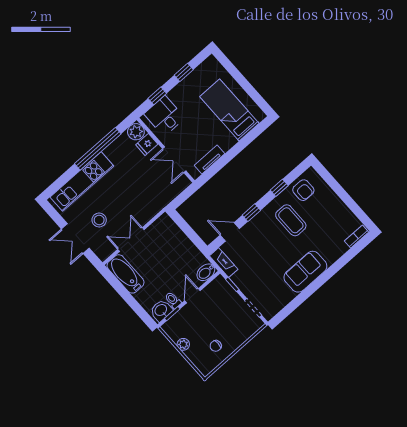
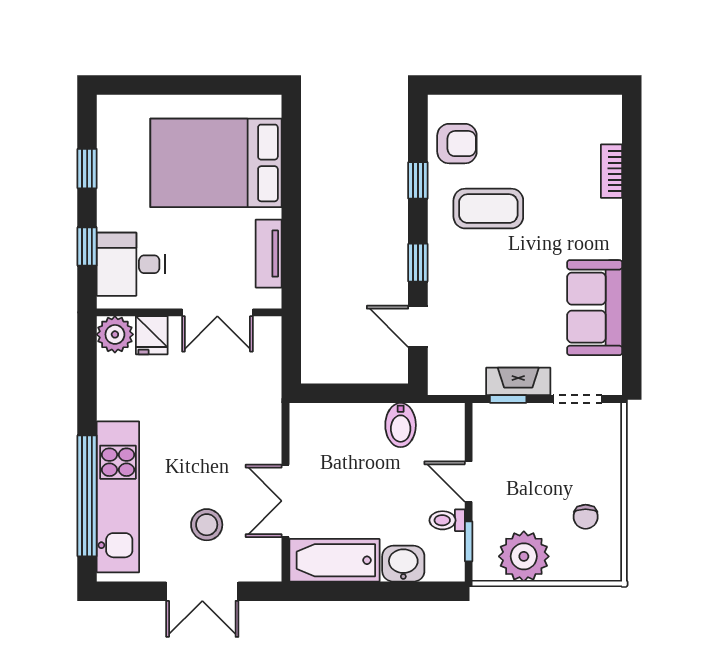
bed: (229, 110) -> (216, 163), width x1.50
window: (98, 149) -> (87, 496), moved
door: (230, 232) -> (418, 326), hinge flipped
bookcase: (356, 237) -> (611, 171), moved
fireplace: (224, 263) -> (518, 381), moved
bidet: (206, 272) -> (401, 425), moved
sofa: (305, 272) -> (595, 308), moved
washbasin: (161, 310) -> (403, 564), moved, turned 90
plant: (183, 344) -> (524, 556), width x1.87, depth x1.87

